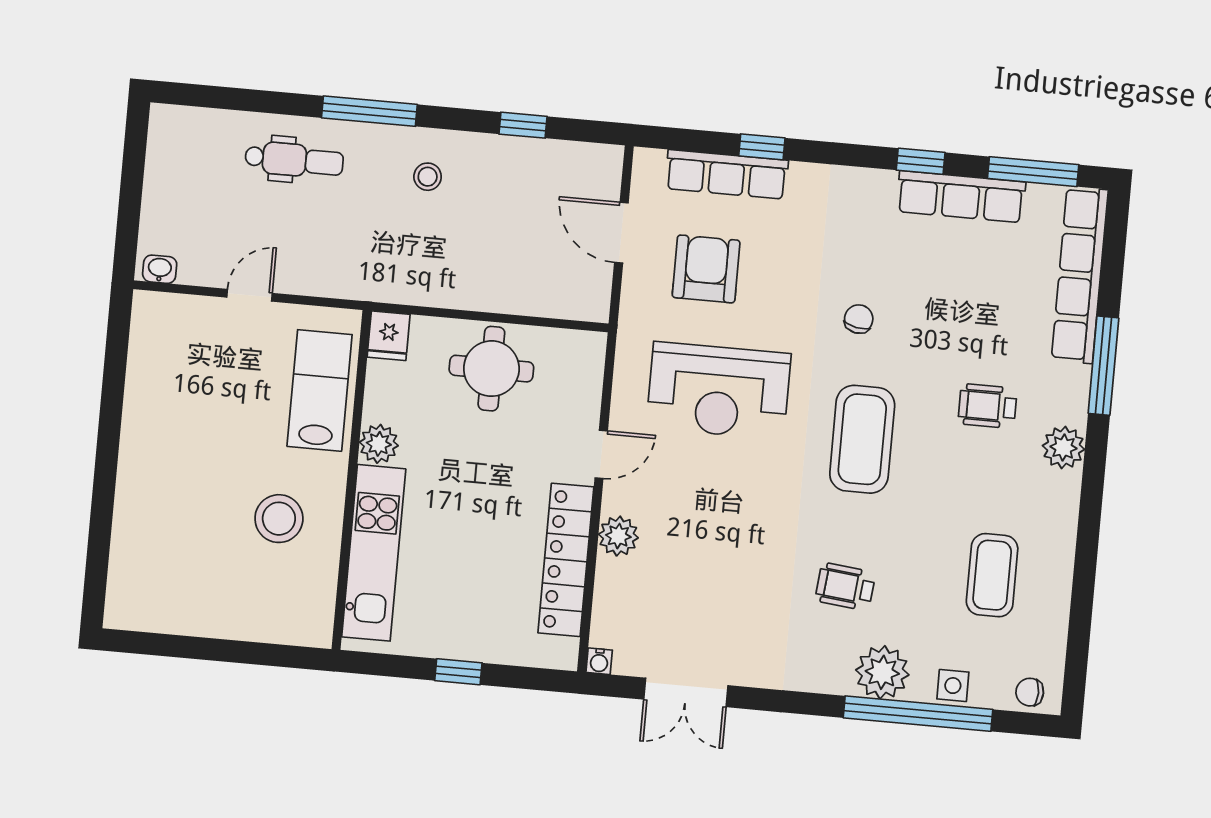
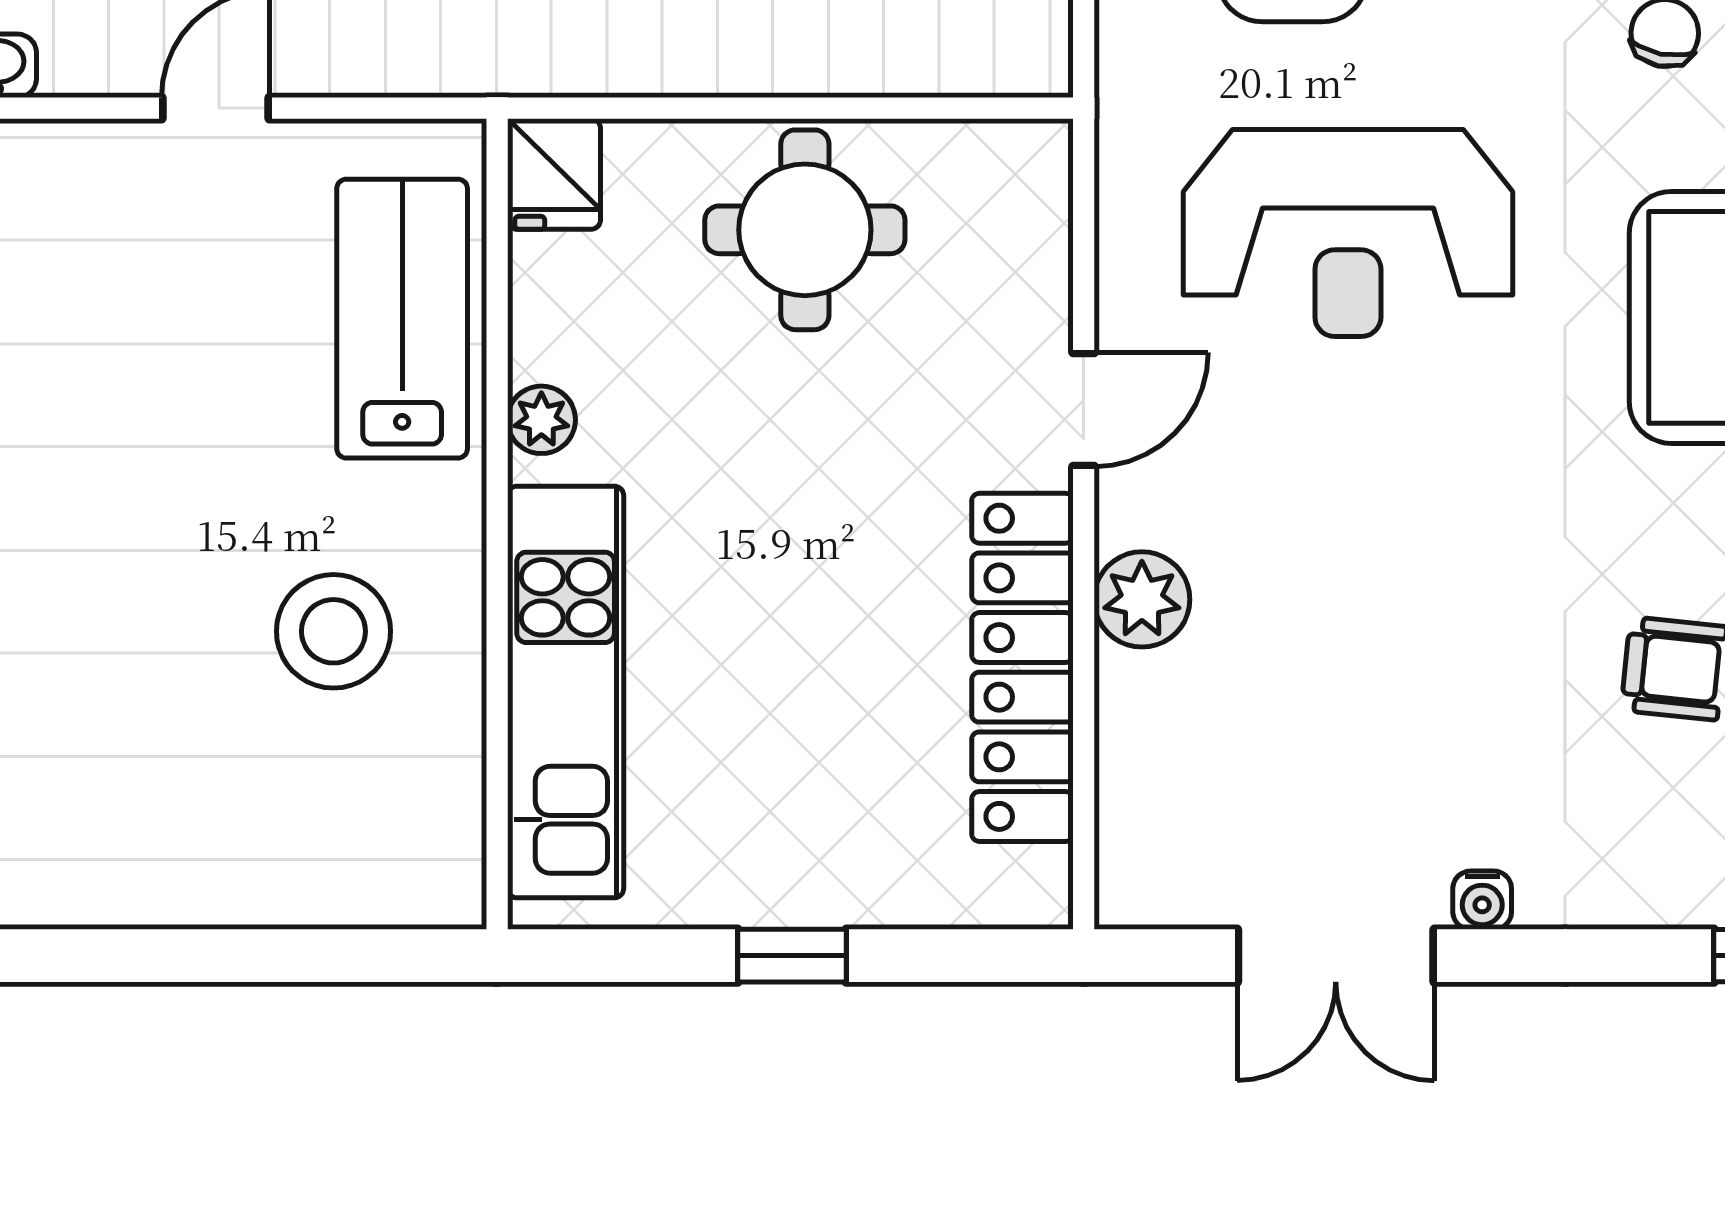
plant: (379, 444) -> (541, 420), width x0.73, depth x0.73
water cooler: (599, 661) -> (1482, 900), moved

